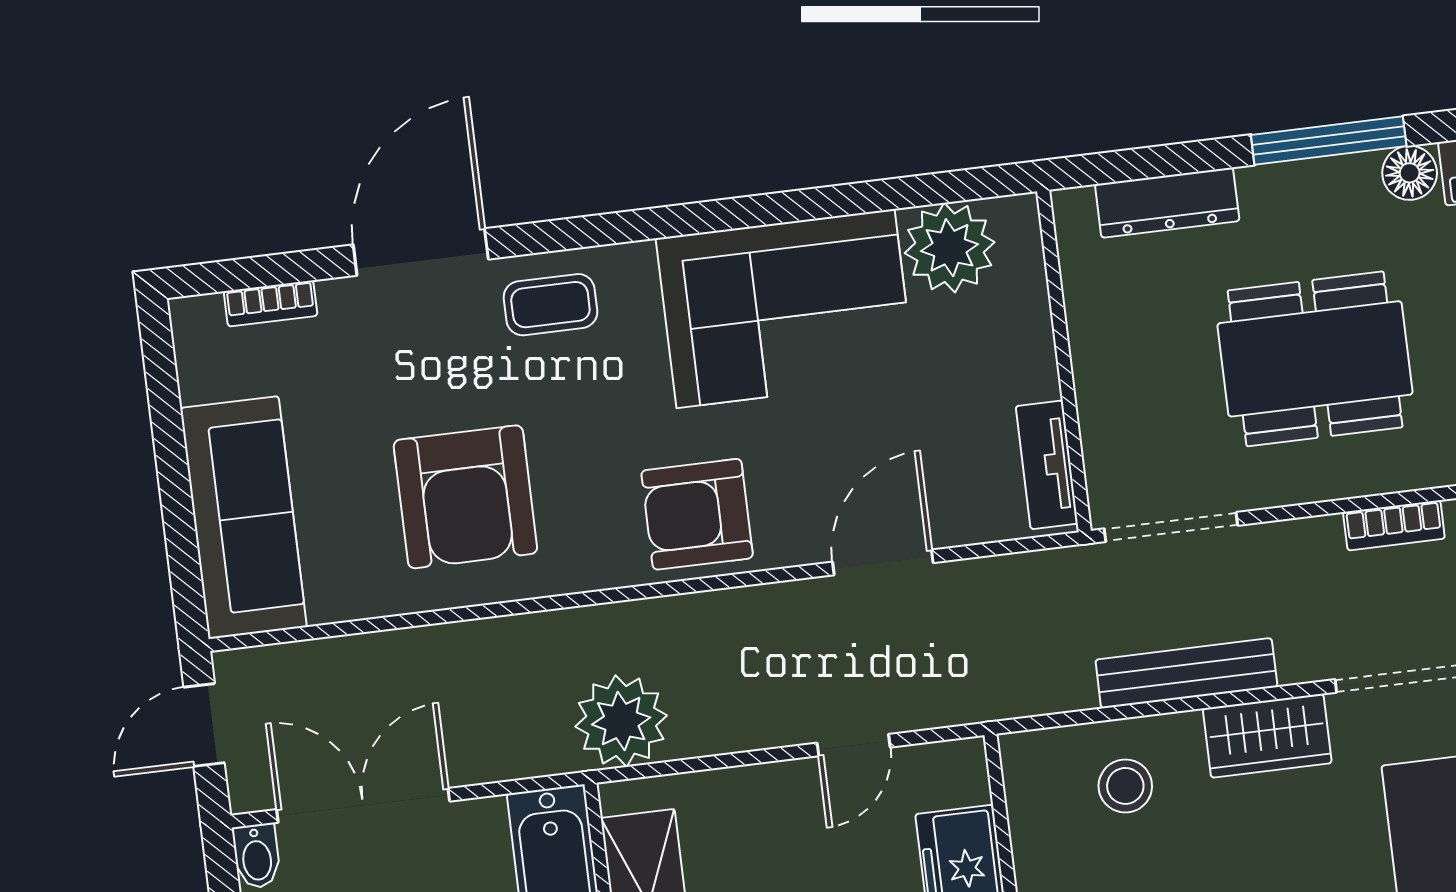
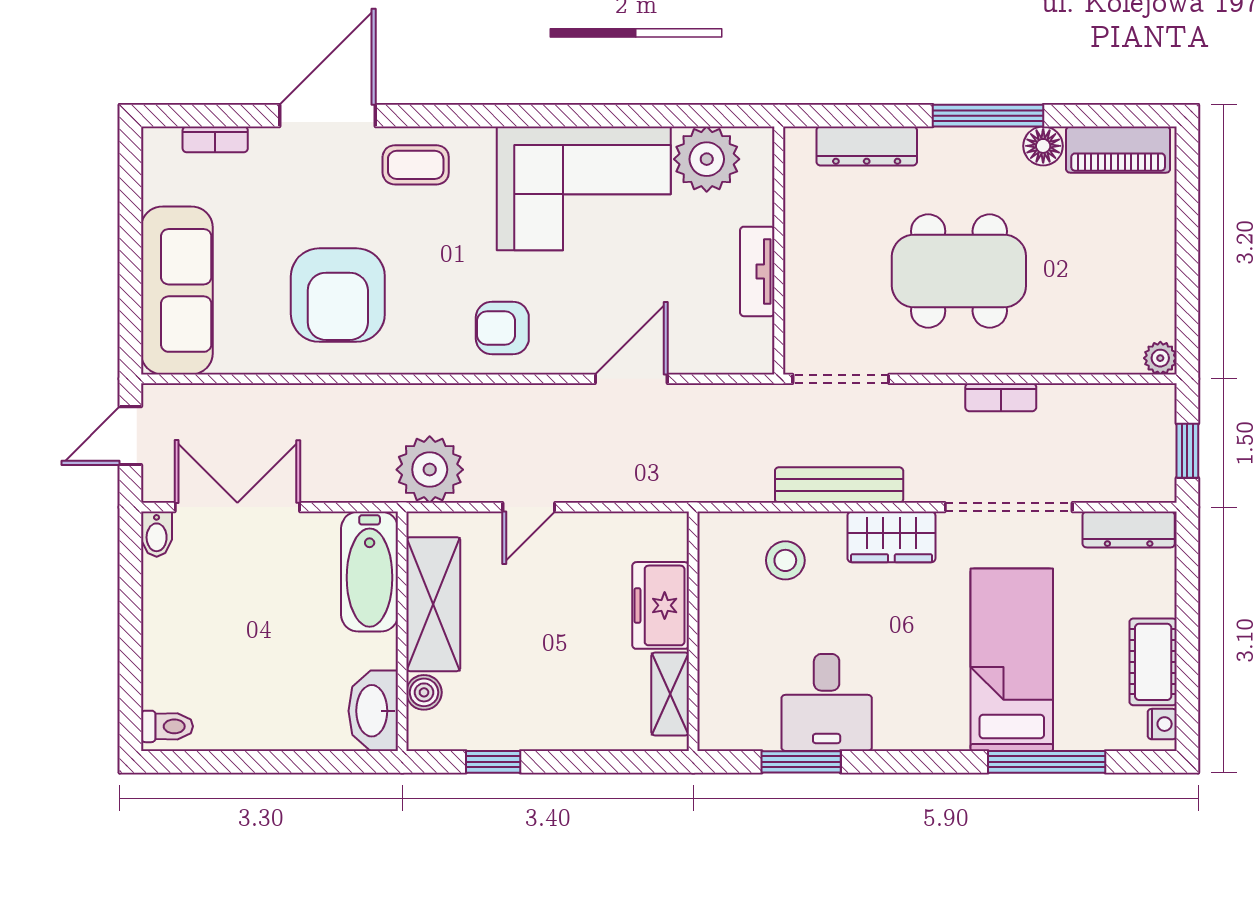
tv unit: (1047, 465) -> (757, 271), moved
armchair: (697, 514) -> (502, 328), width x0.72, depth x0.72
door: (854, 745) -> (529, 507), moved

